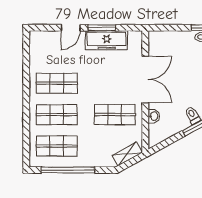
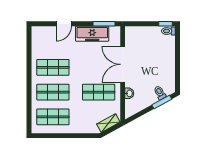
window: (102, 28) -> (104, 24), moved
double door: (145, 79) -> (123, 64), swing flipped
window: (68, 170) -> (62, 136), removed

